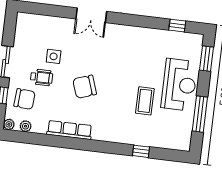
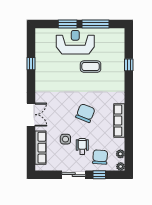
row of seats: (46, 22) -> (41, 148), added
window: (177, 26) -> (31, 64), moved
window: (207, 59) -> (68, 24), moved
chair: (85, 87) -> (85, 113), turned -139

